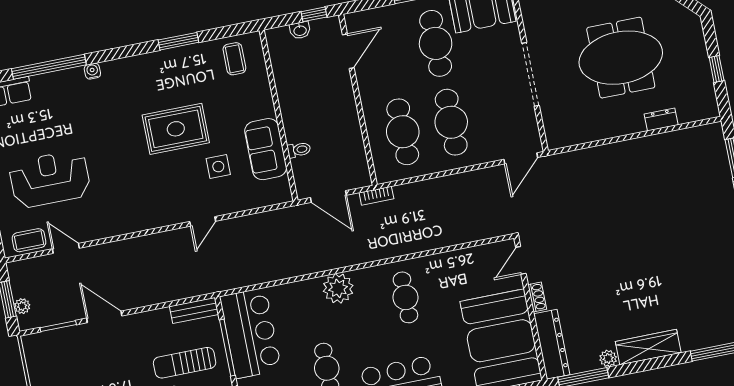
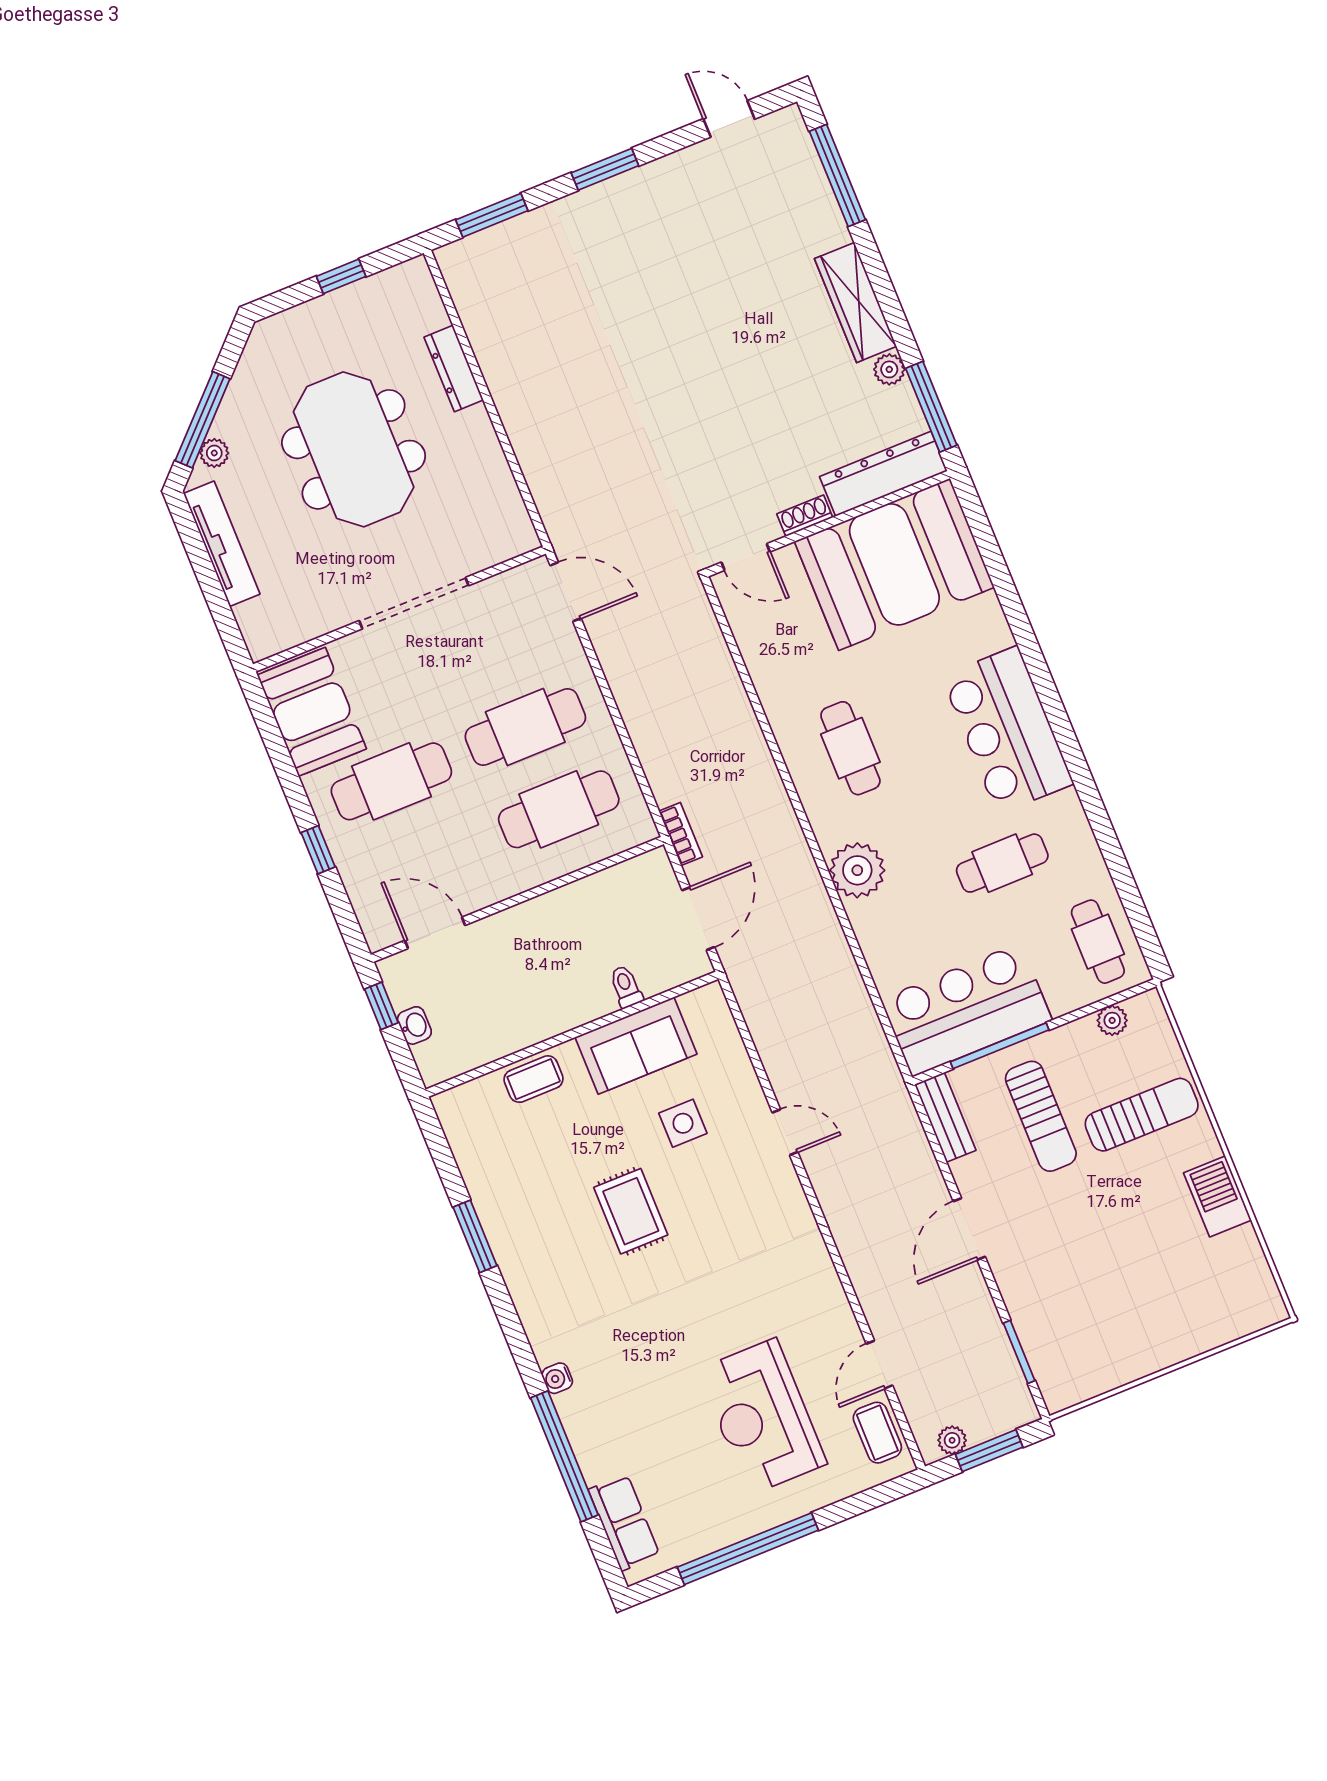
coffee table: (234, 59) -> (534, 1079), moved
dresser: (661, 120) -> (454, 368), width x1.44
rug: (176, 129) -> (631, 1211), width x0.73, depth x0.70
cafe table: (405, 297) -> (850, 748), turned 90
plant: (22, 306) -> (952, 1440), moved
door: (104, 317) -> (969, 1229), moved

